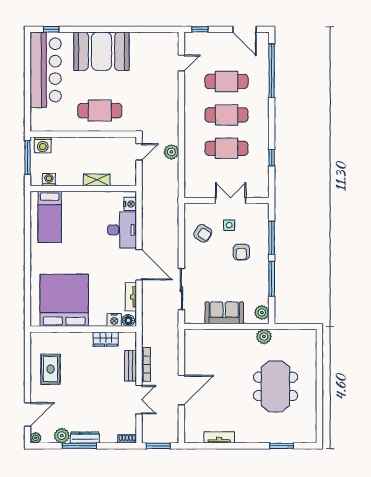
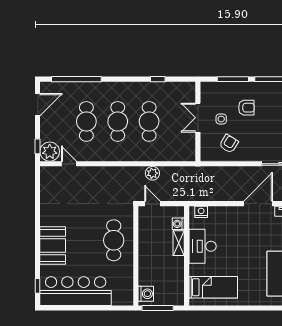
plant: (194, 42) -> (50, 152), added
booth: (101, 51) -> (53, 246), width x0.73, depth x0.70
washing machine: (49, 180) -> (178, 224), moved
desk: (122, 230) -> (203, 246), moved, turned -90

